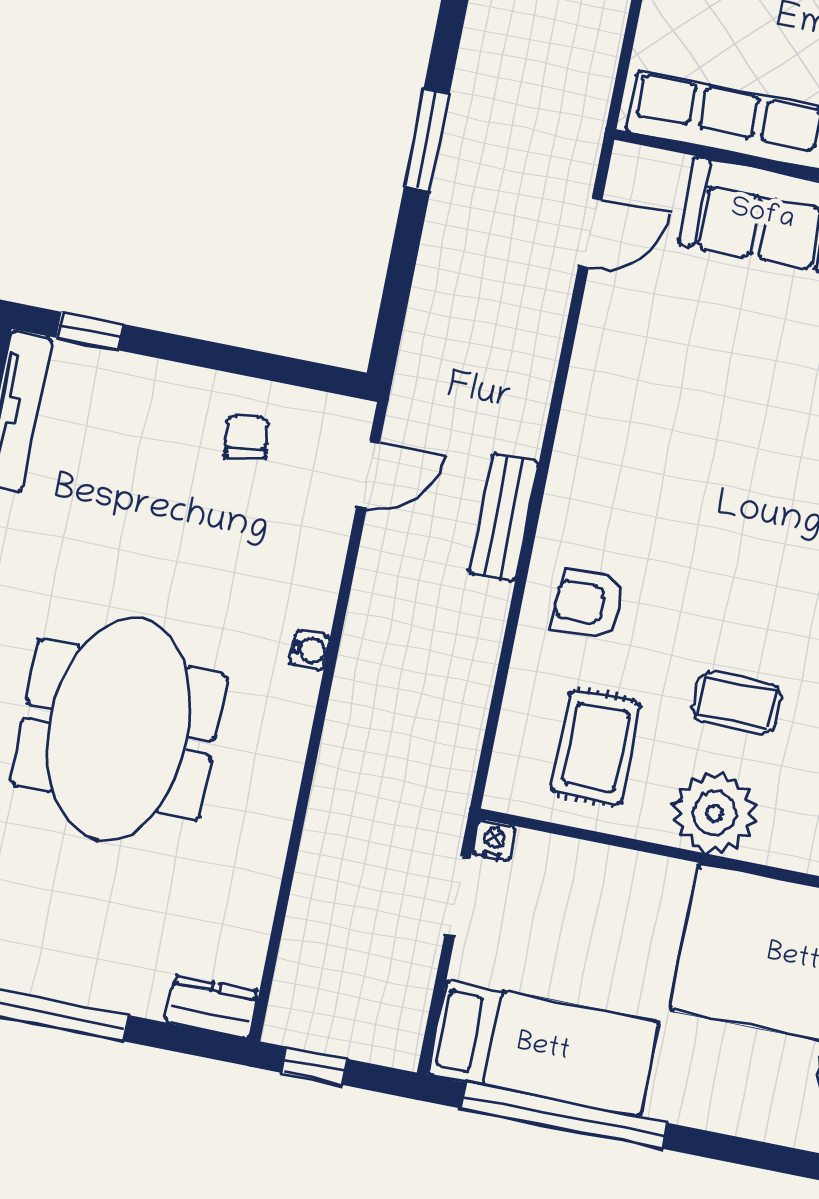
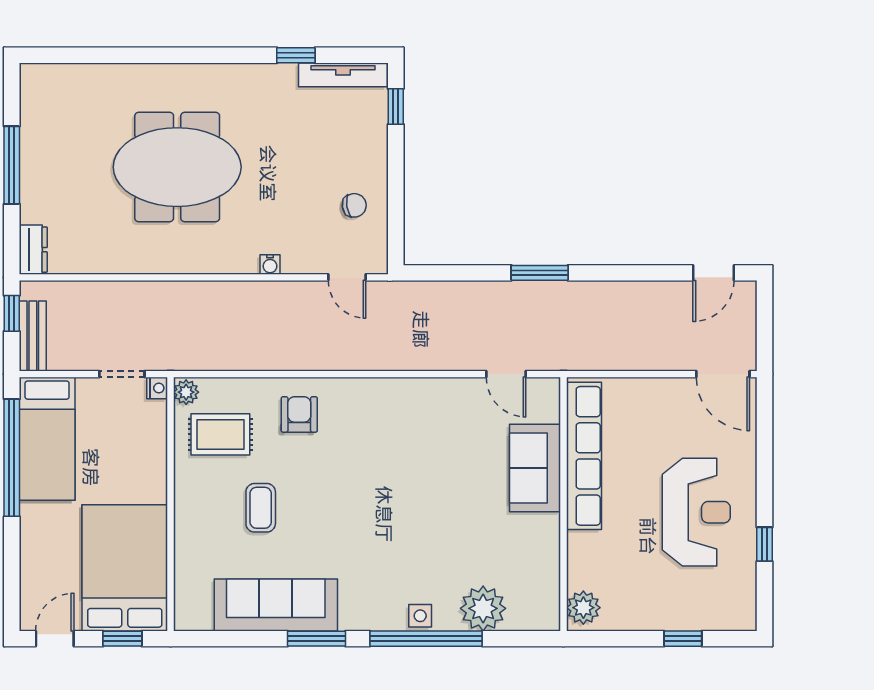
bench: (504, 517) -> (33, 336), moved, turned 90
water cooler: (310, 650) -> (270, 265), moved
plant: (714, 813) -> (186, 392), moved, width x0.53, depth x0.53

